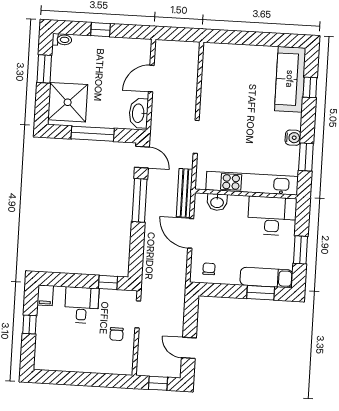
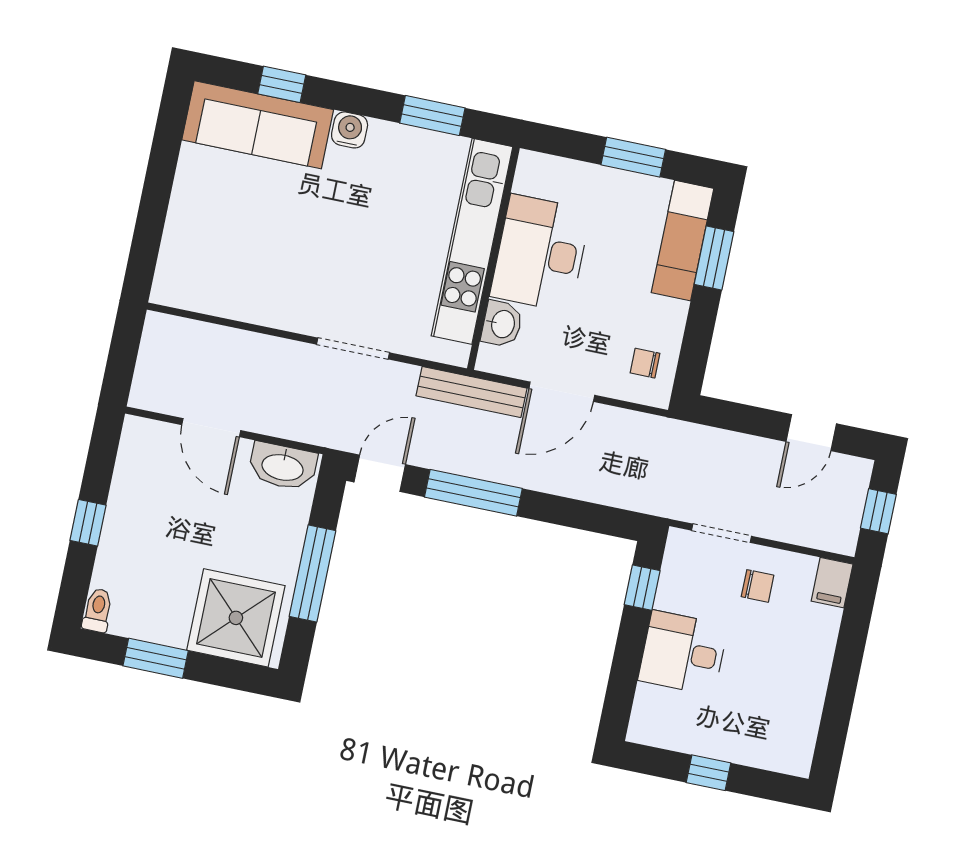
water cooler: (293, 138) -> (350, 130), moved
desk: (272, 216) -> (540, 253), moved
filing cabinet: (45, 295) -> (832, 583), moved, turned 90

